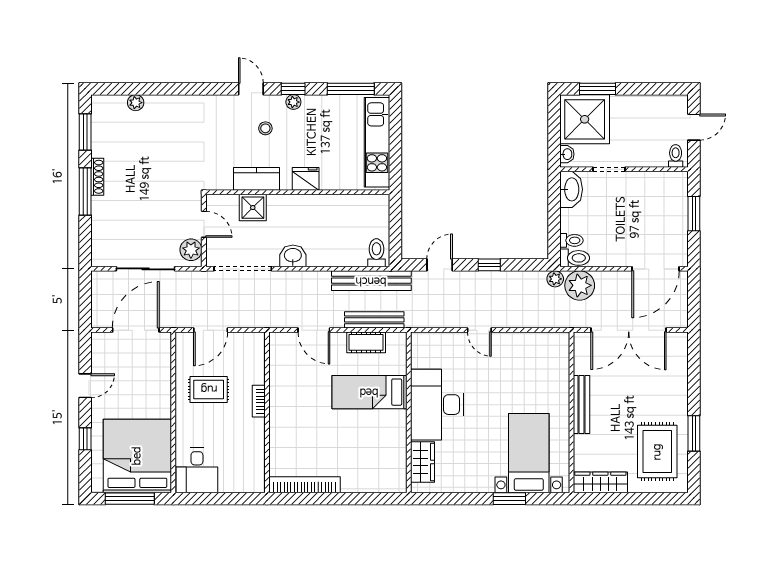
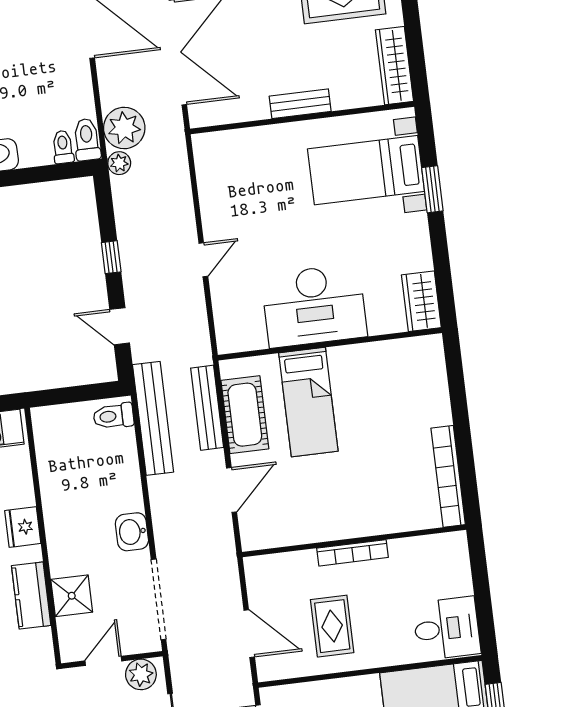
cot: (366, 342) -> (245, 415), width x1.37, depth x1.34
bookcase: (259, 401) -> (352, 553), width x1.56
bench: (581, 404) -> (300, 104), width x0.73
wardrobe: (422, 462) -> (421, 301), moved, turned -90

